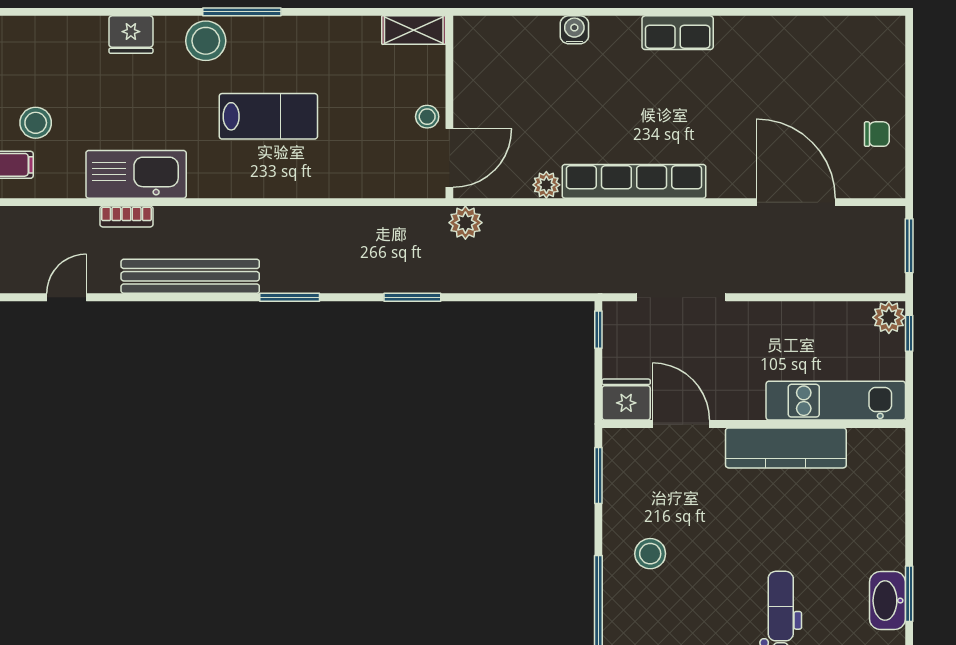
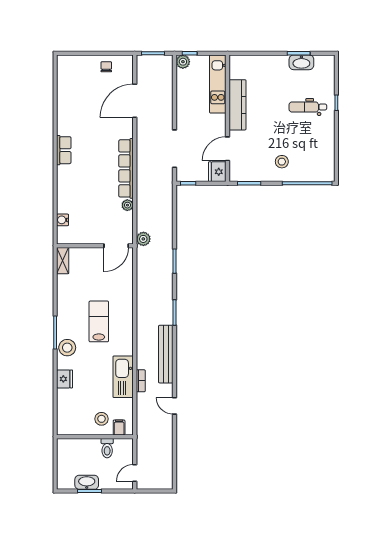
water cooler: (574, 30) -> (63, 220), moved
stool: (427, 117) -> (99, 255), removed
door: (449, 158) -> (116, 246), swing flipped

